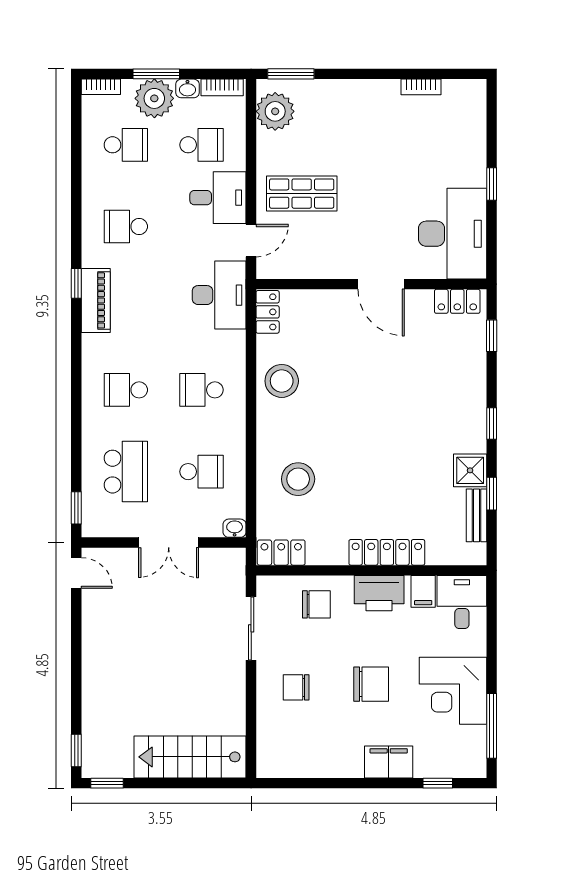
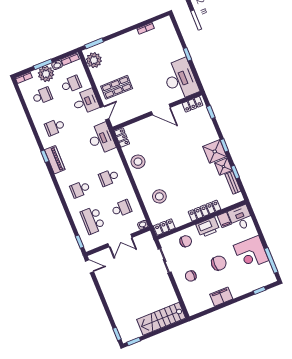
shower: (464, 428) -> (215, 151), added
school desk: (126, 472) -> (93, 220), turned 180
filing cabinet: (389, 762) -> (221, 297), moved

